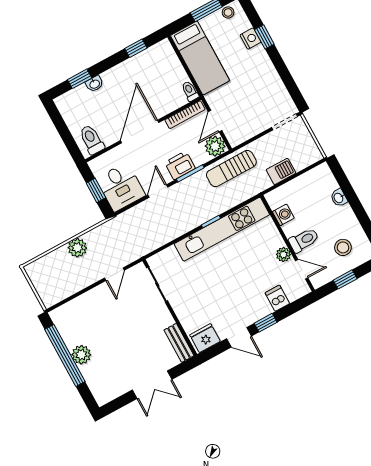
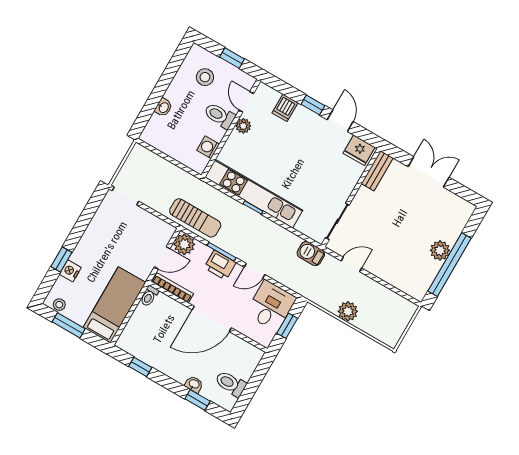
toilet: (92, 140) -> (231, 384), moved, turned 90
barbecue: (281, 171) -> (311, 254), moved

